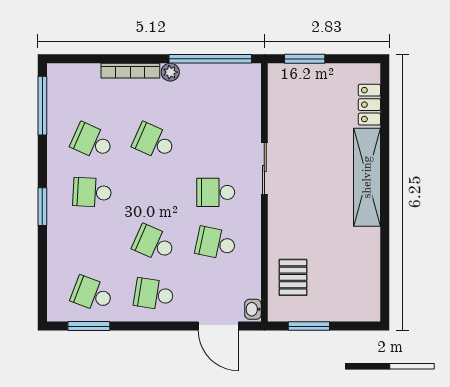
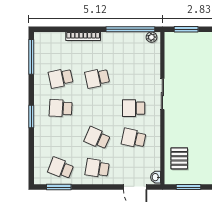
plant: (170, 72) -> (152, 37), moved
school desk: (92, 141) -> (61, 78), turned -36
school desk: (154, 141) -> (97, 78), turned -36

